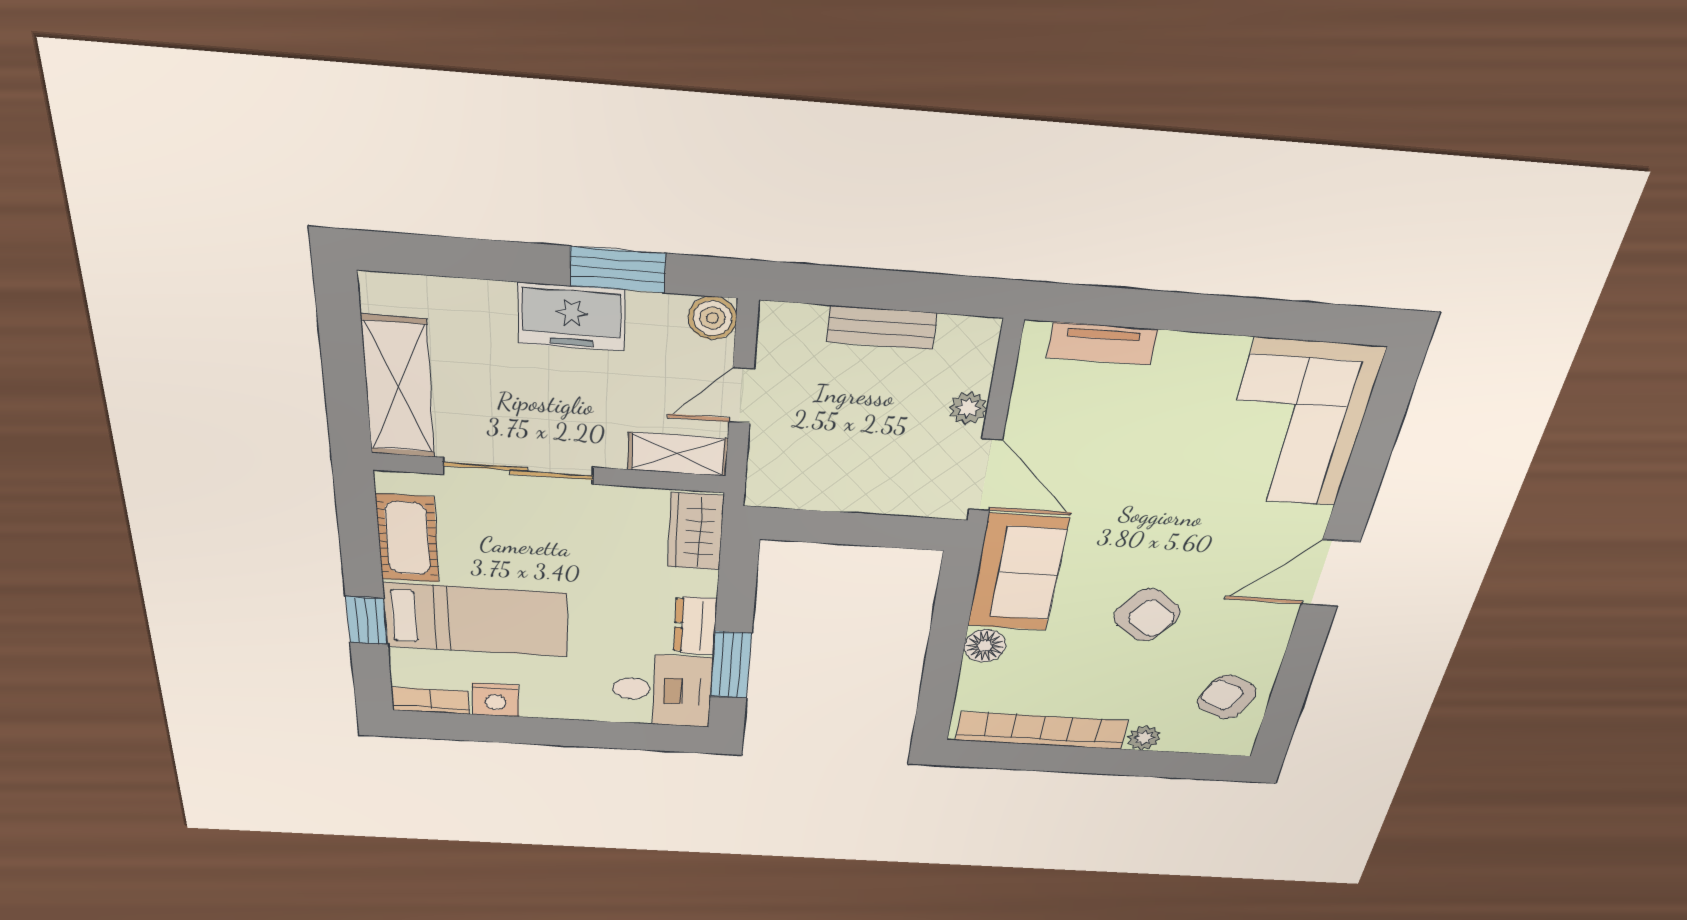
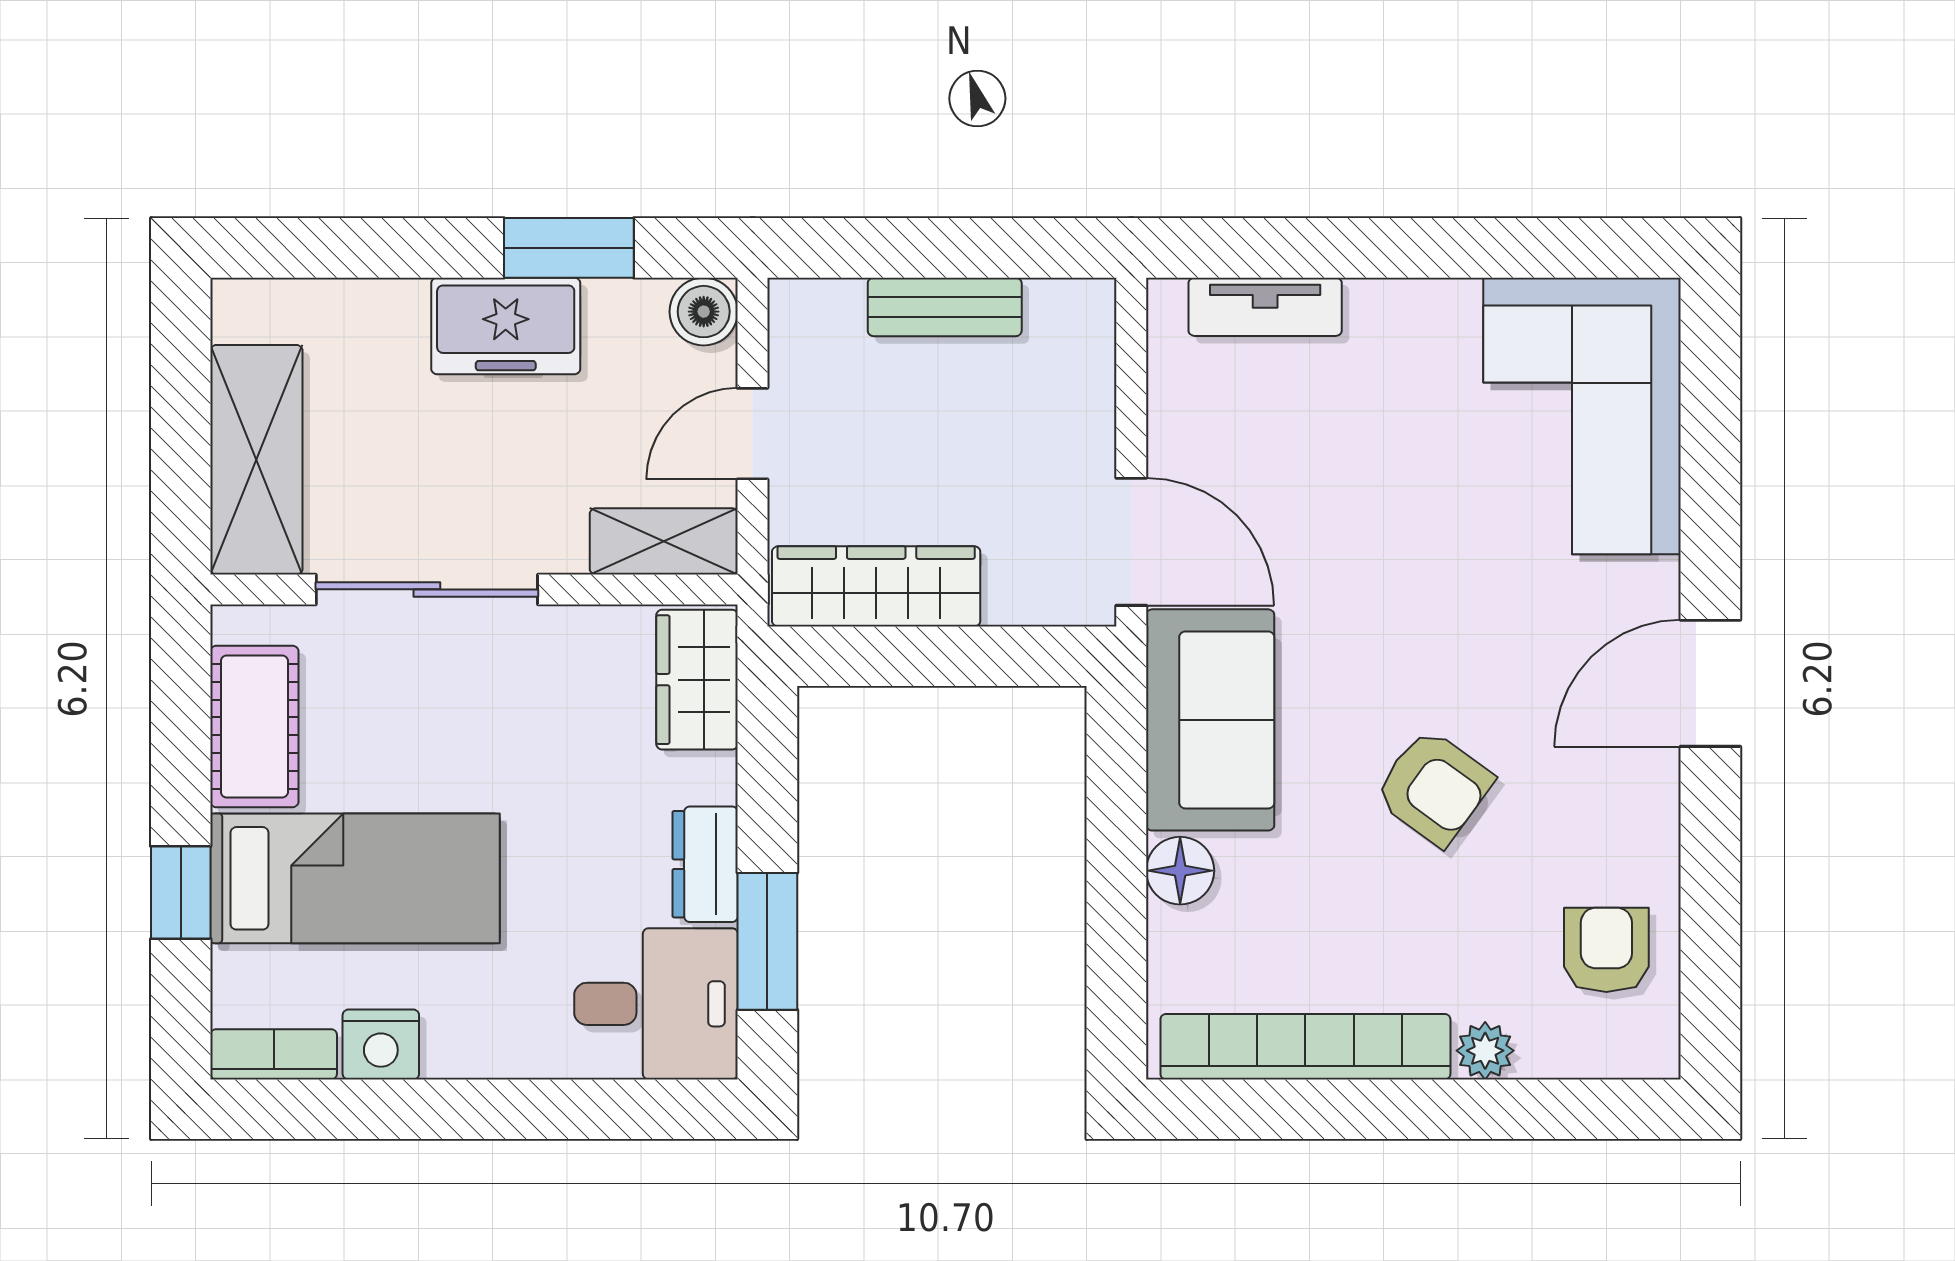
plant: (968, 408) -> (1088, 428), removed
wardrobe: (816, 489) -> (876, 586), added
armchair: (1227, 697) -> (1606, 950), turned 65

